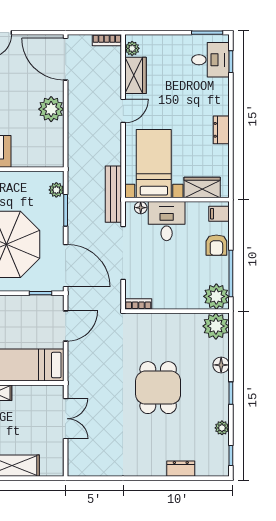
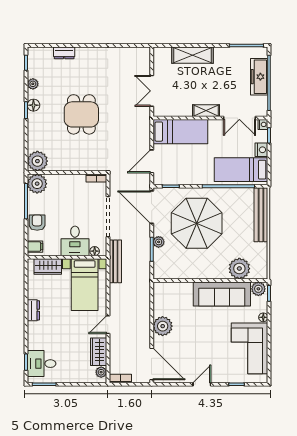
plant: (56, 190) -> (159, 242), moved
floor lamp: (221, 365) -> (33, 105), moved

